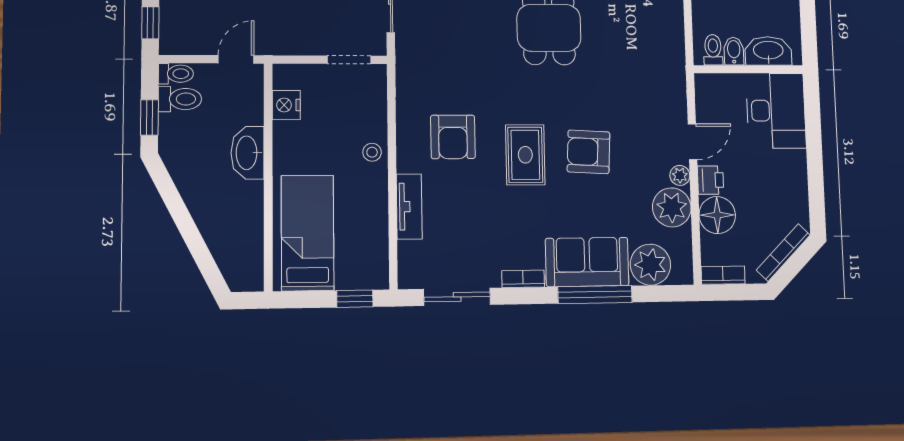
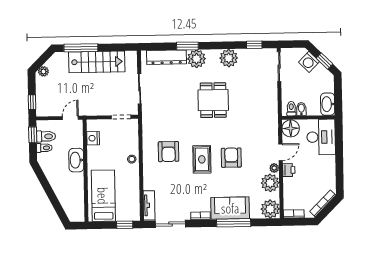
washbasin: (768, 51) -> (328, 104), moved, turned -90
toilet: (176, 74) -> (44, 148), moved
window: (149, 118) -> (33, 135), moved
armchair: (588, 152) -> (231, 158), turned 87
tv unit: (409, 207) -> (149, 205), moved
floor lamp: (717, 215) -> (291, 128), moved
plant: (650, 265) -> (270, 209), moved

